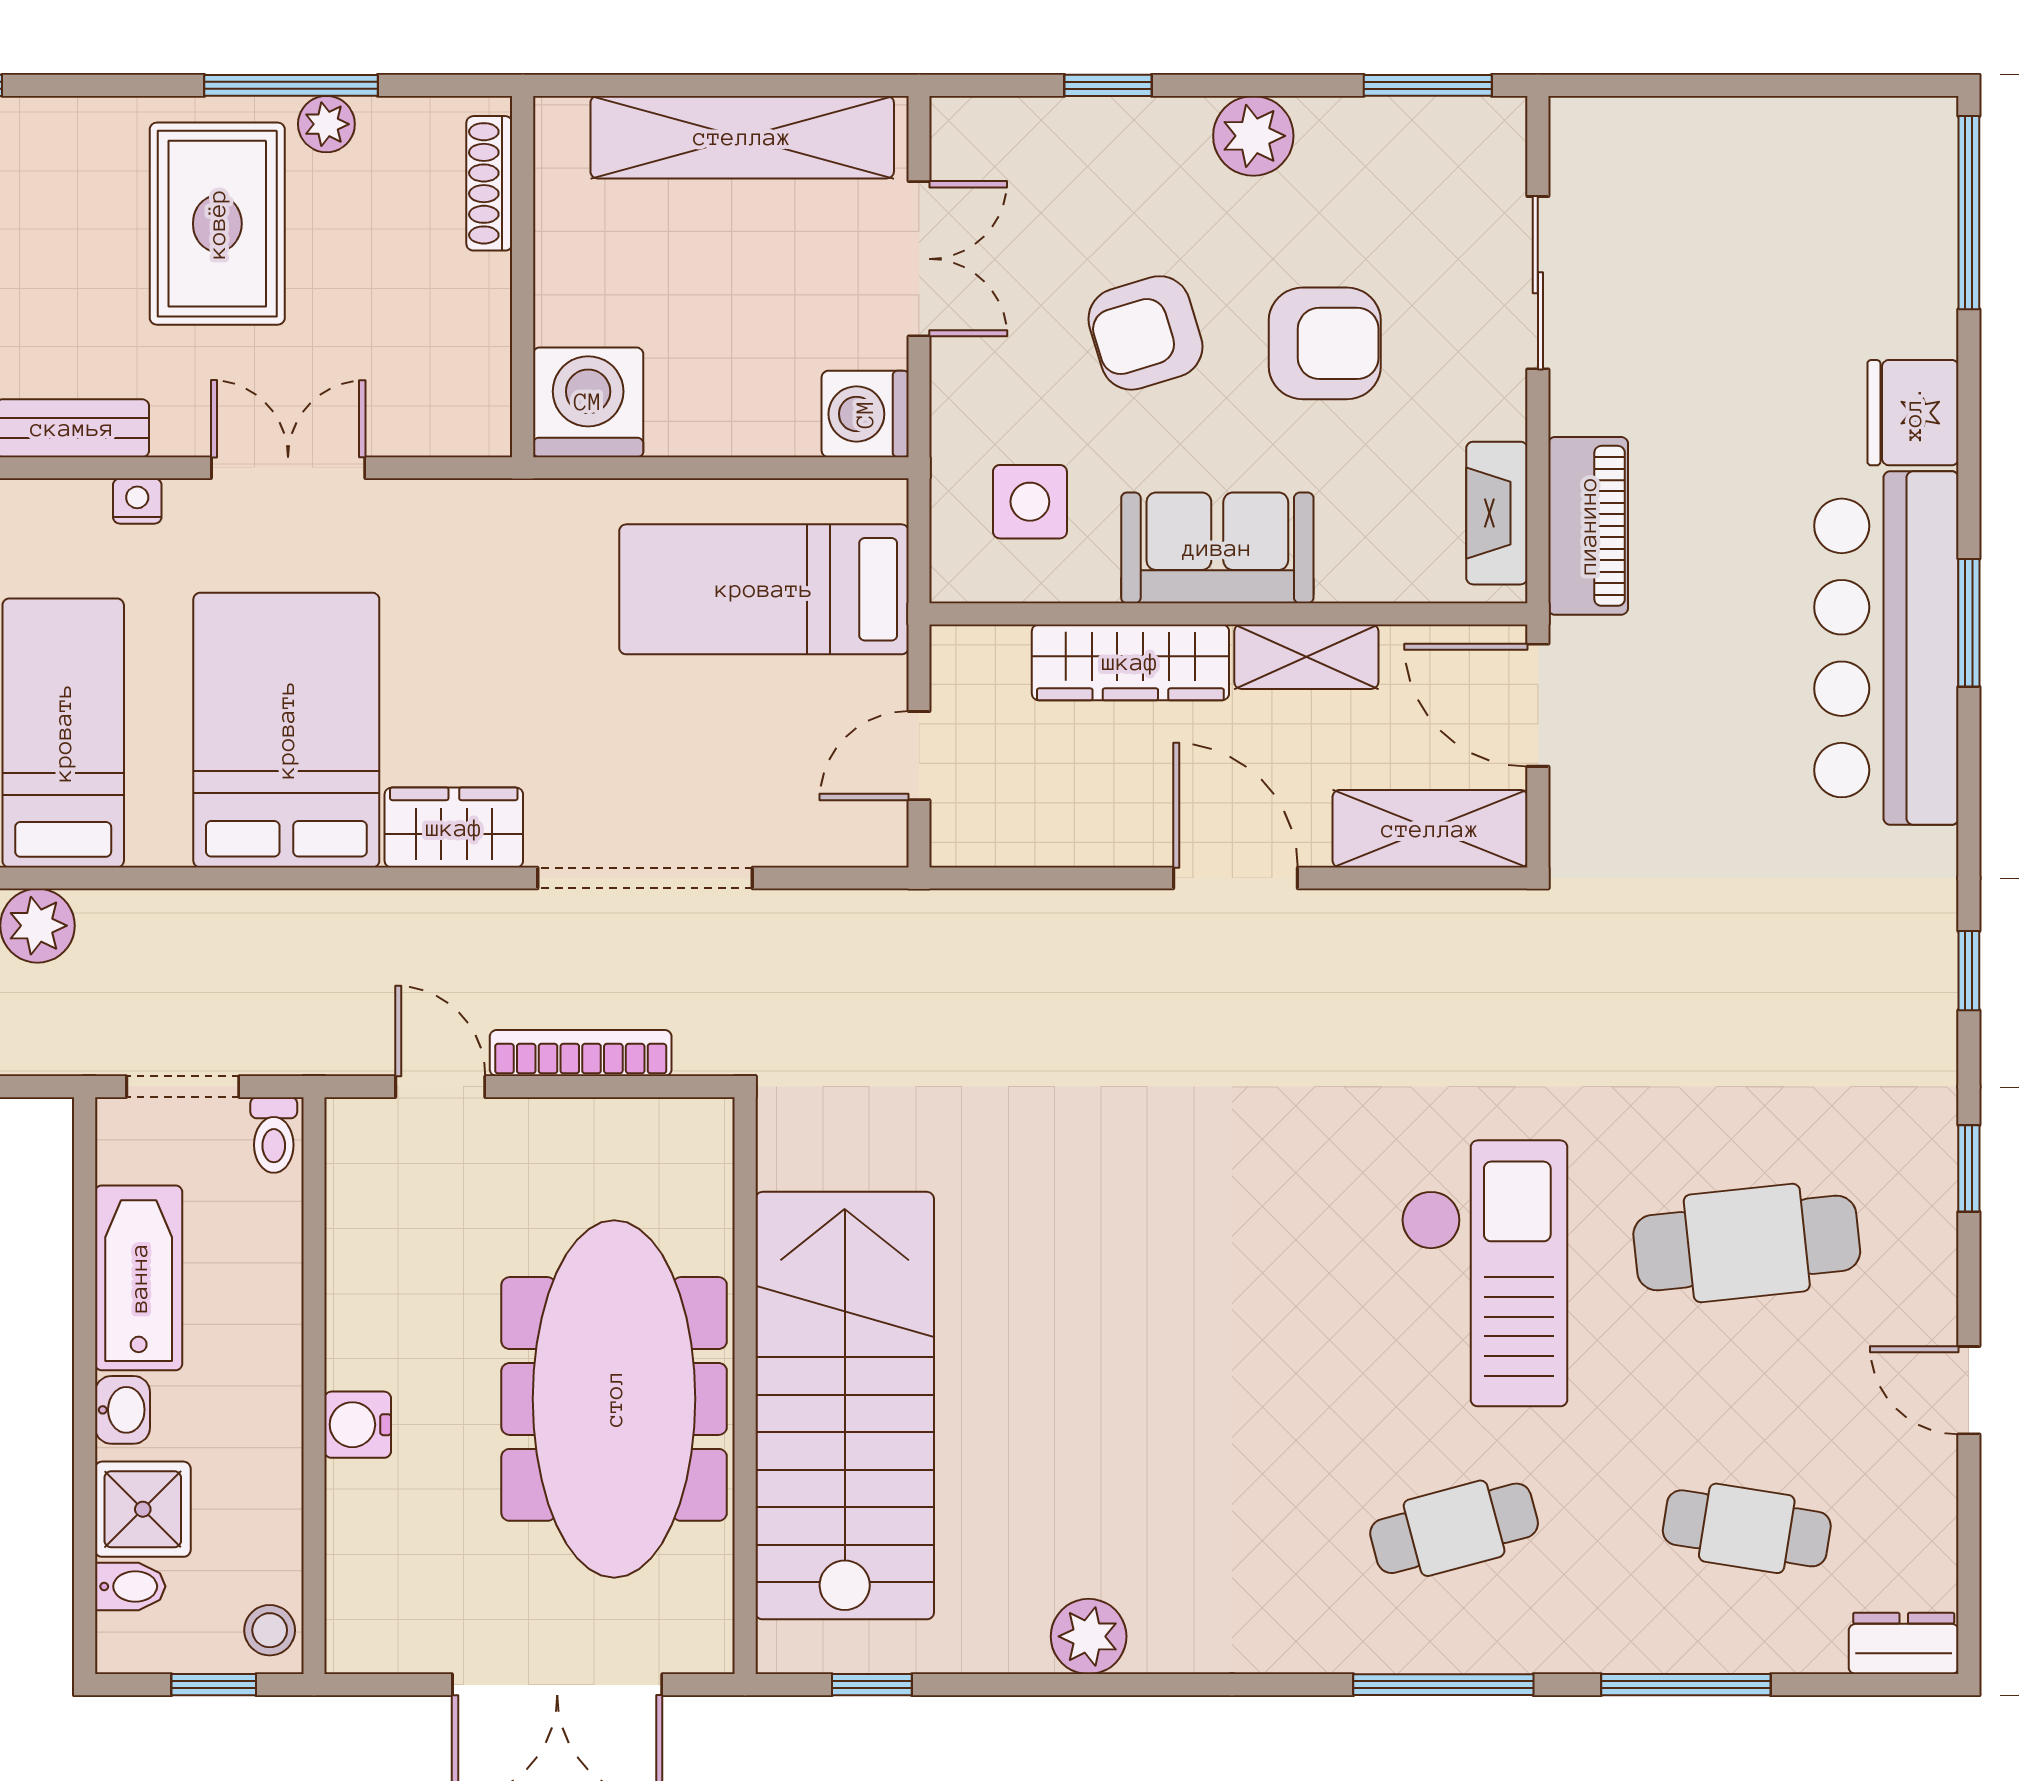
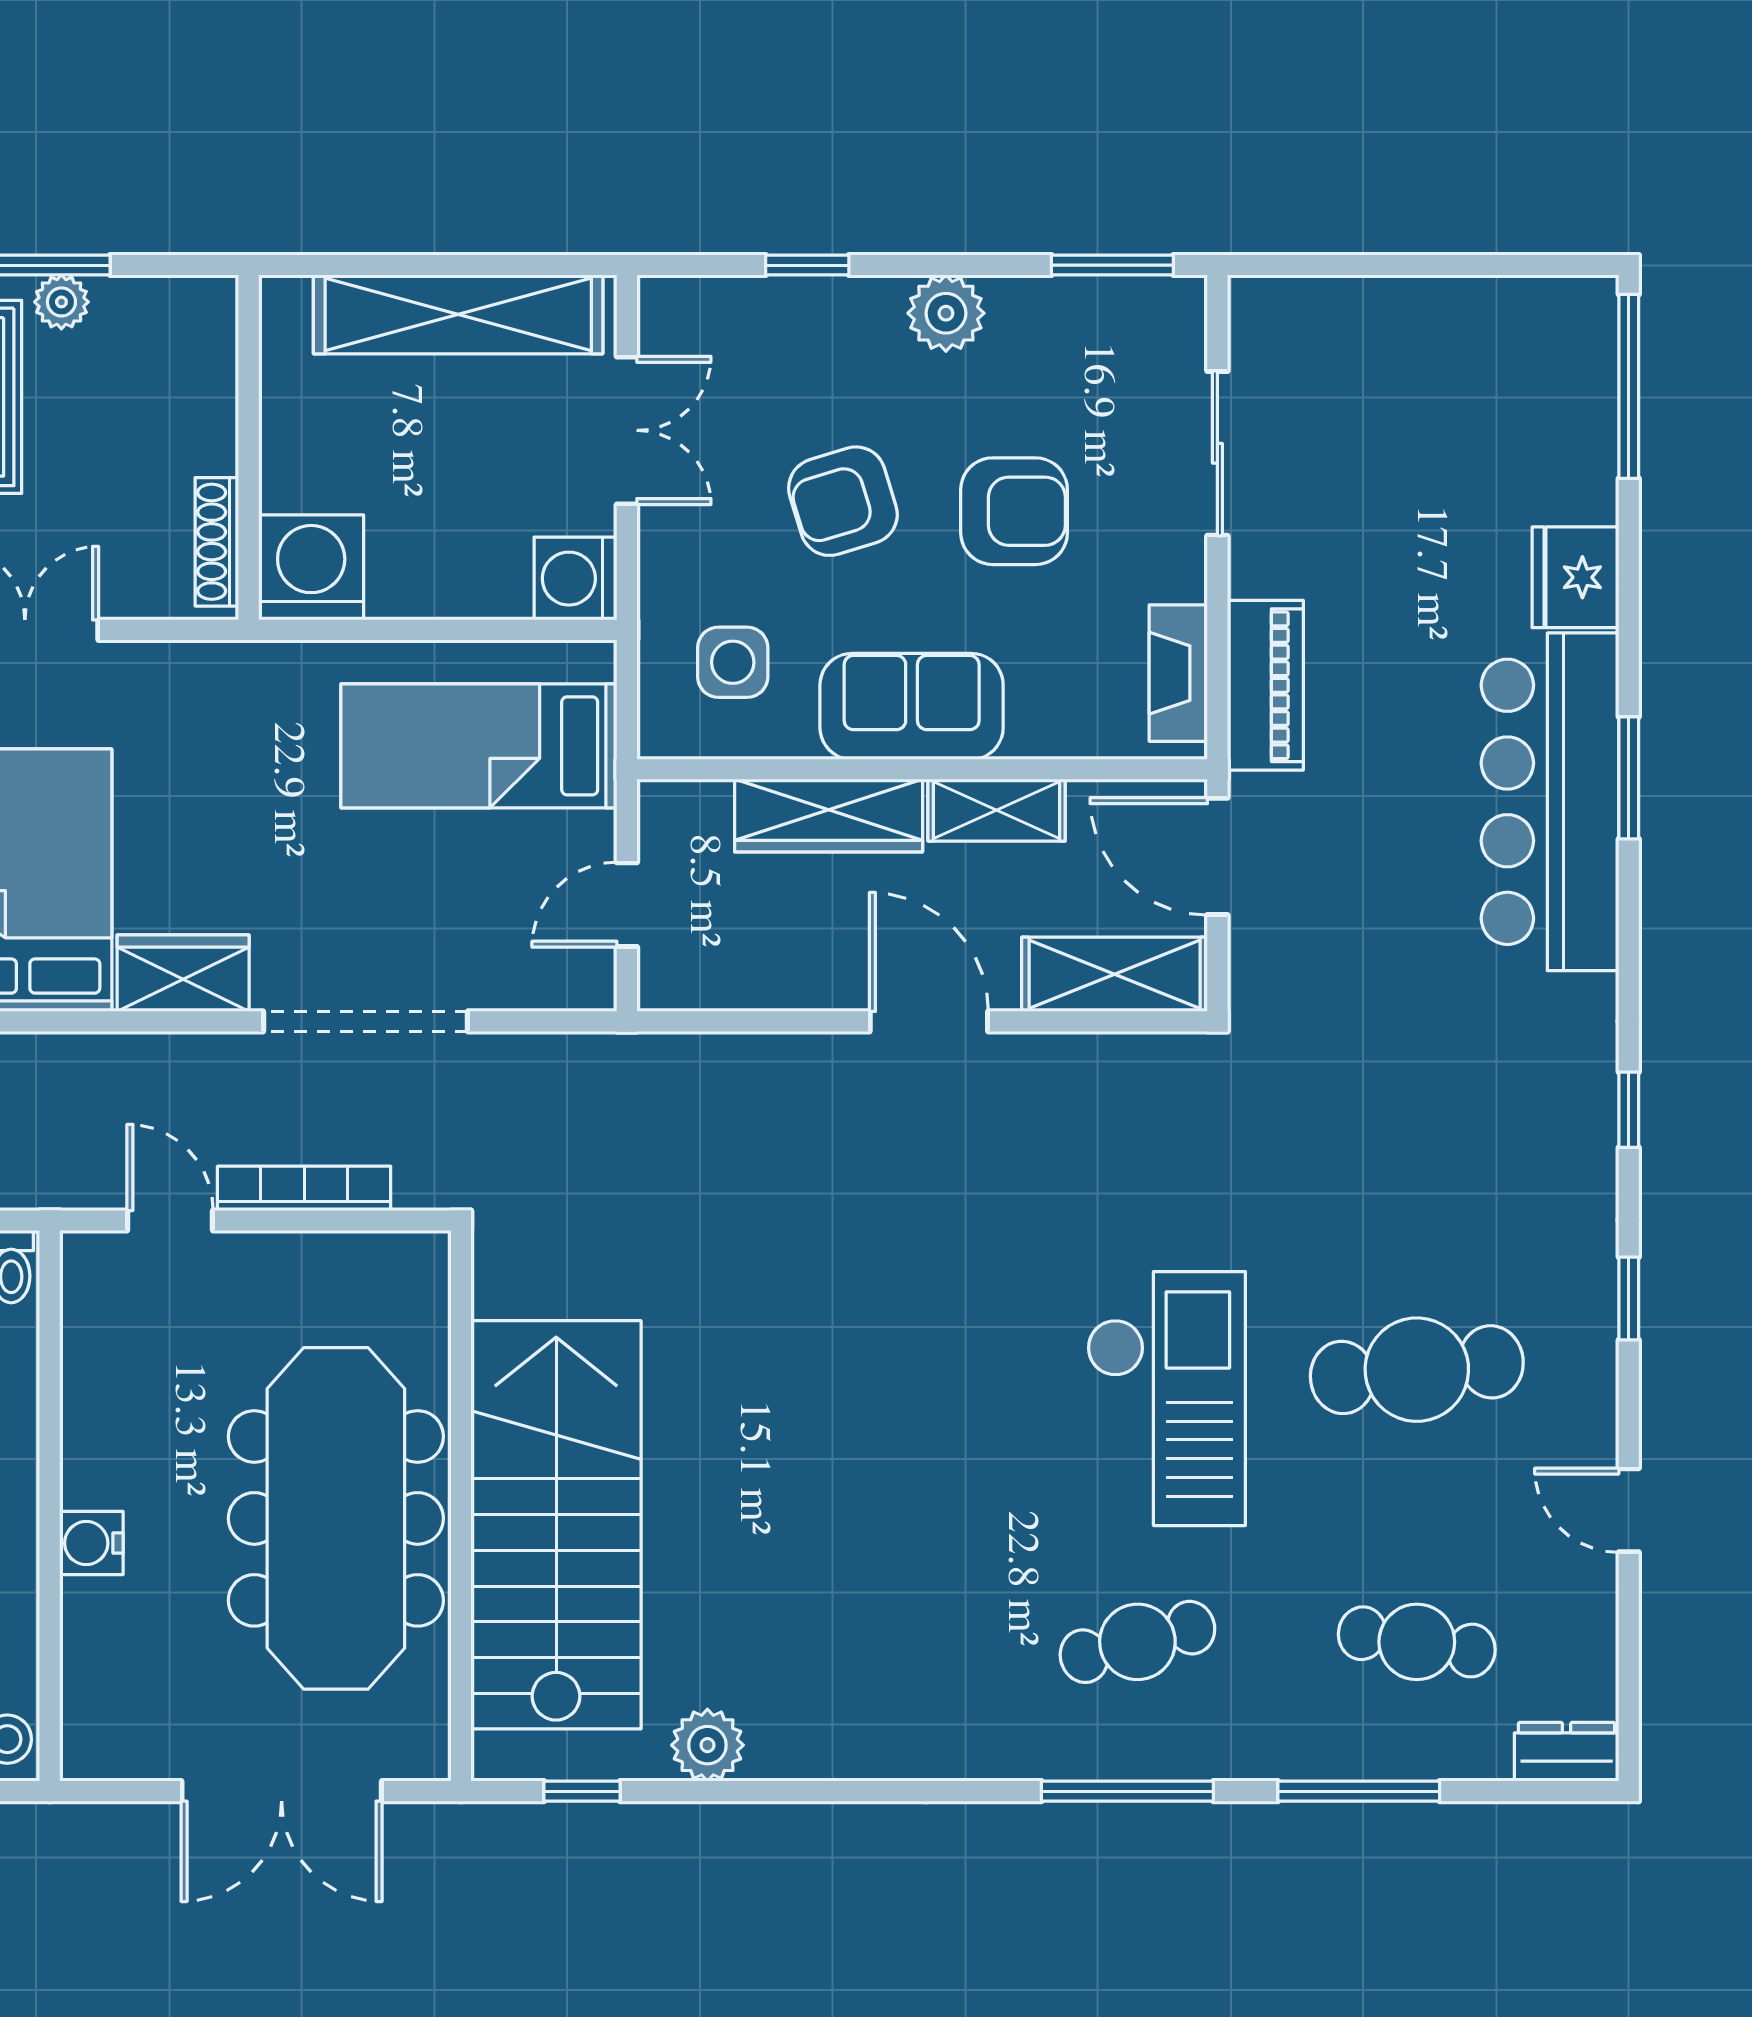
shoe rack: (489, 183) -> (217, 542), moved
plant: (1089, 1636) -> (707, 1745), moved

